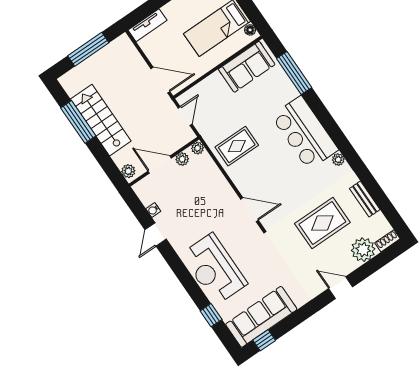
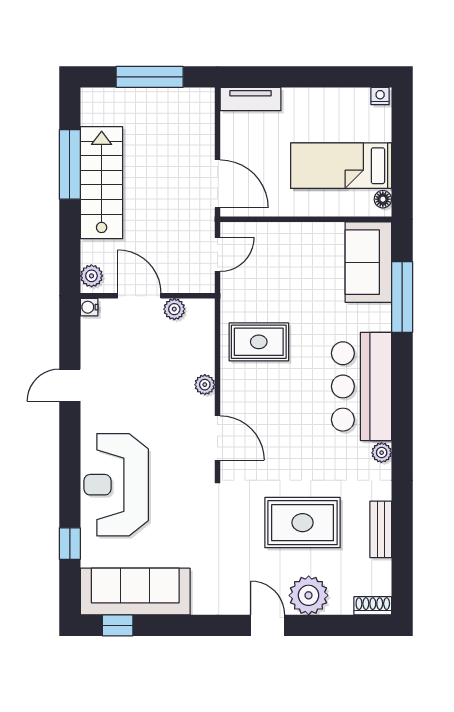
sofa: (247, 67) -> (368, 262), moved, turned 90
plant: (198, 148) -> (205, 385), moved
water cooler: (153, 210) -> (89, 307), moved
plant: (363, 250) -> (309, 595), moved

